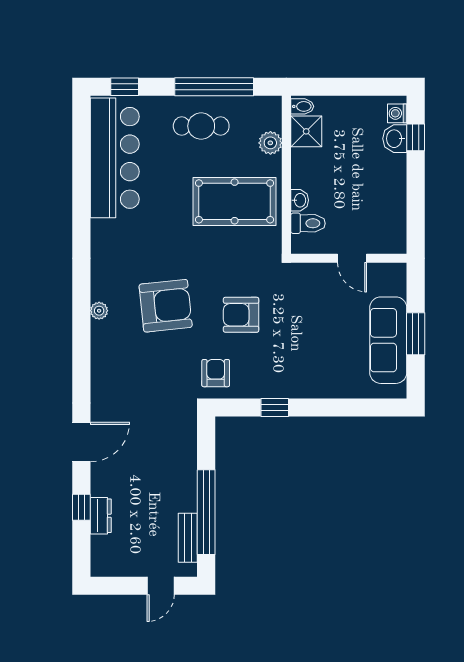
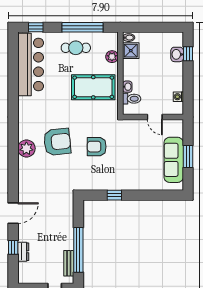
washing machine: (397, 113) -> (178, 97), moved
plant: (99, 311) -> (26, 148), width x1.88, depth x1.88
armchair: (216, 373) -> (83, 177), removed

